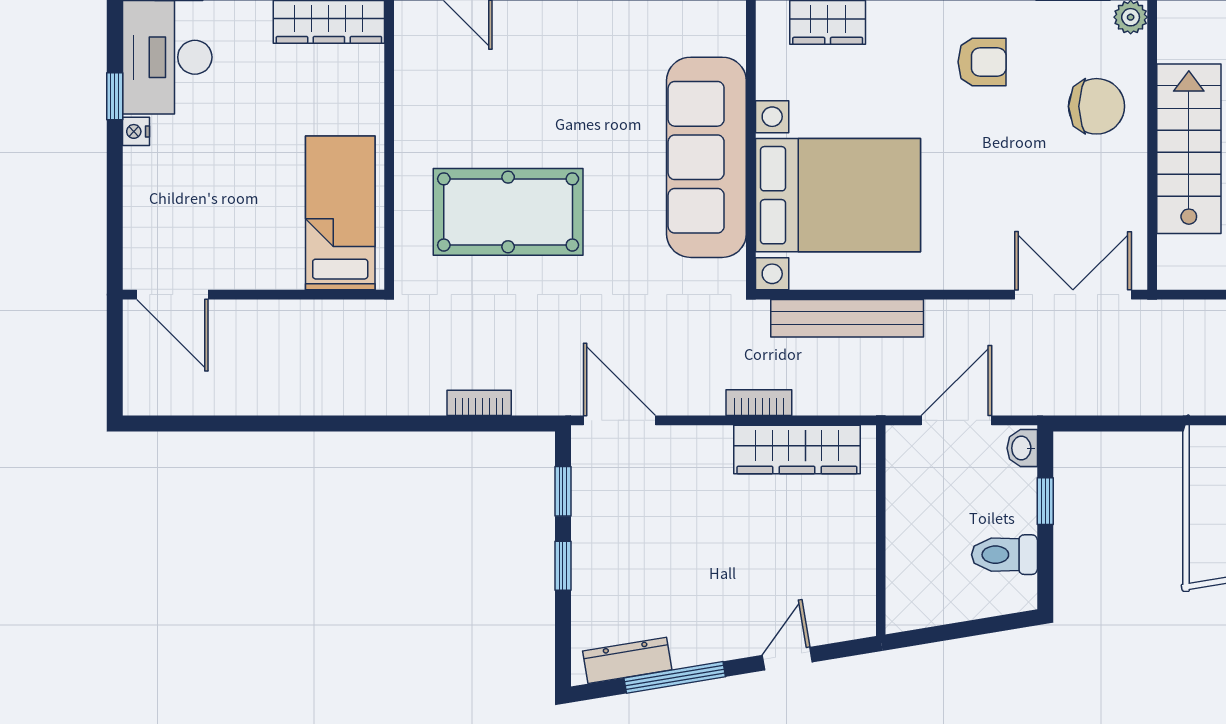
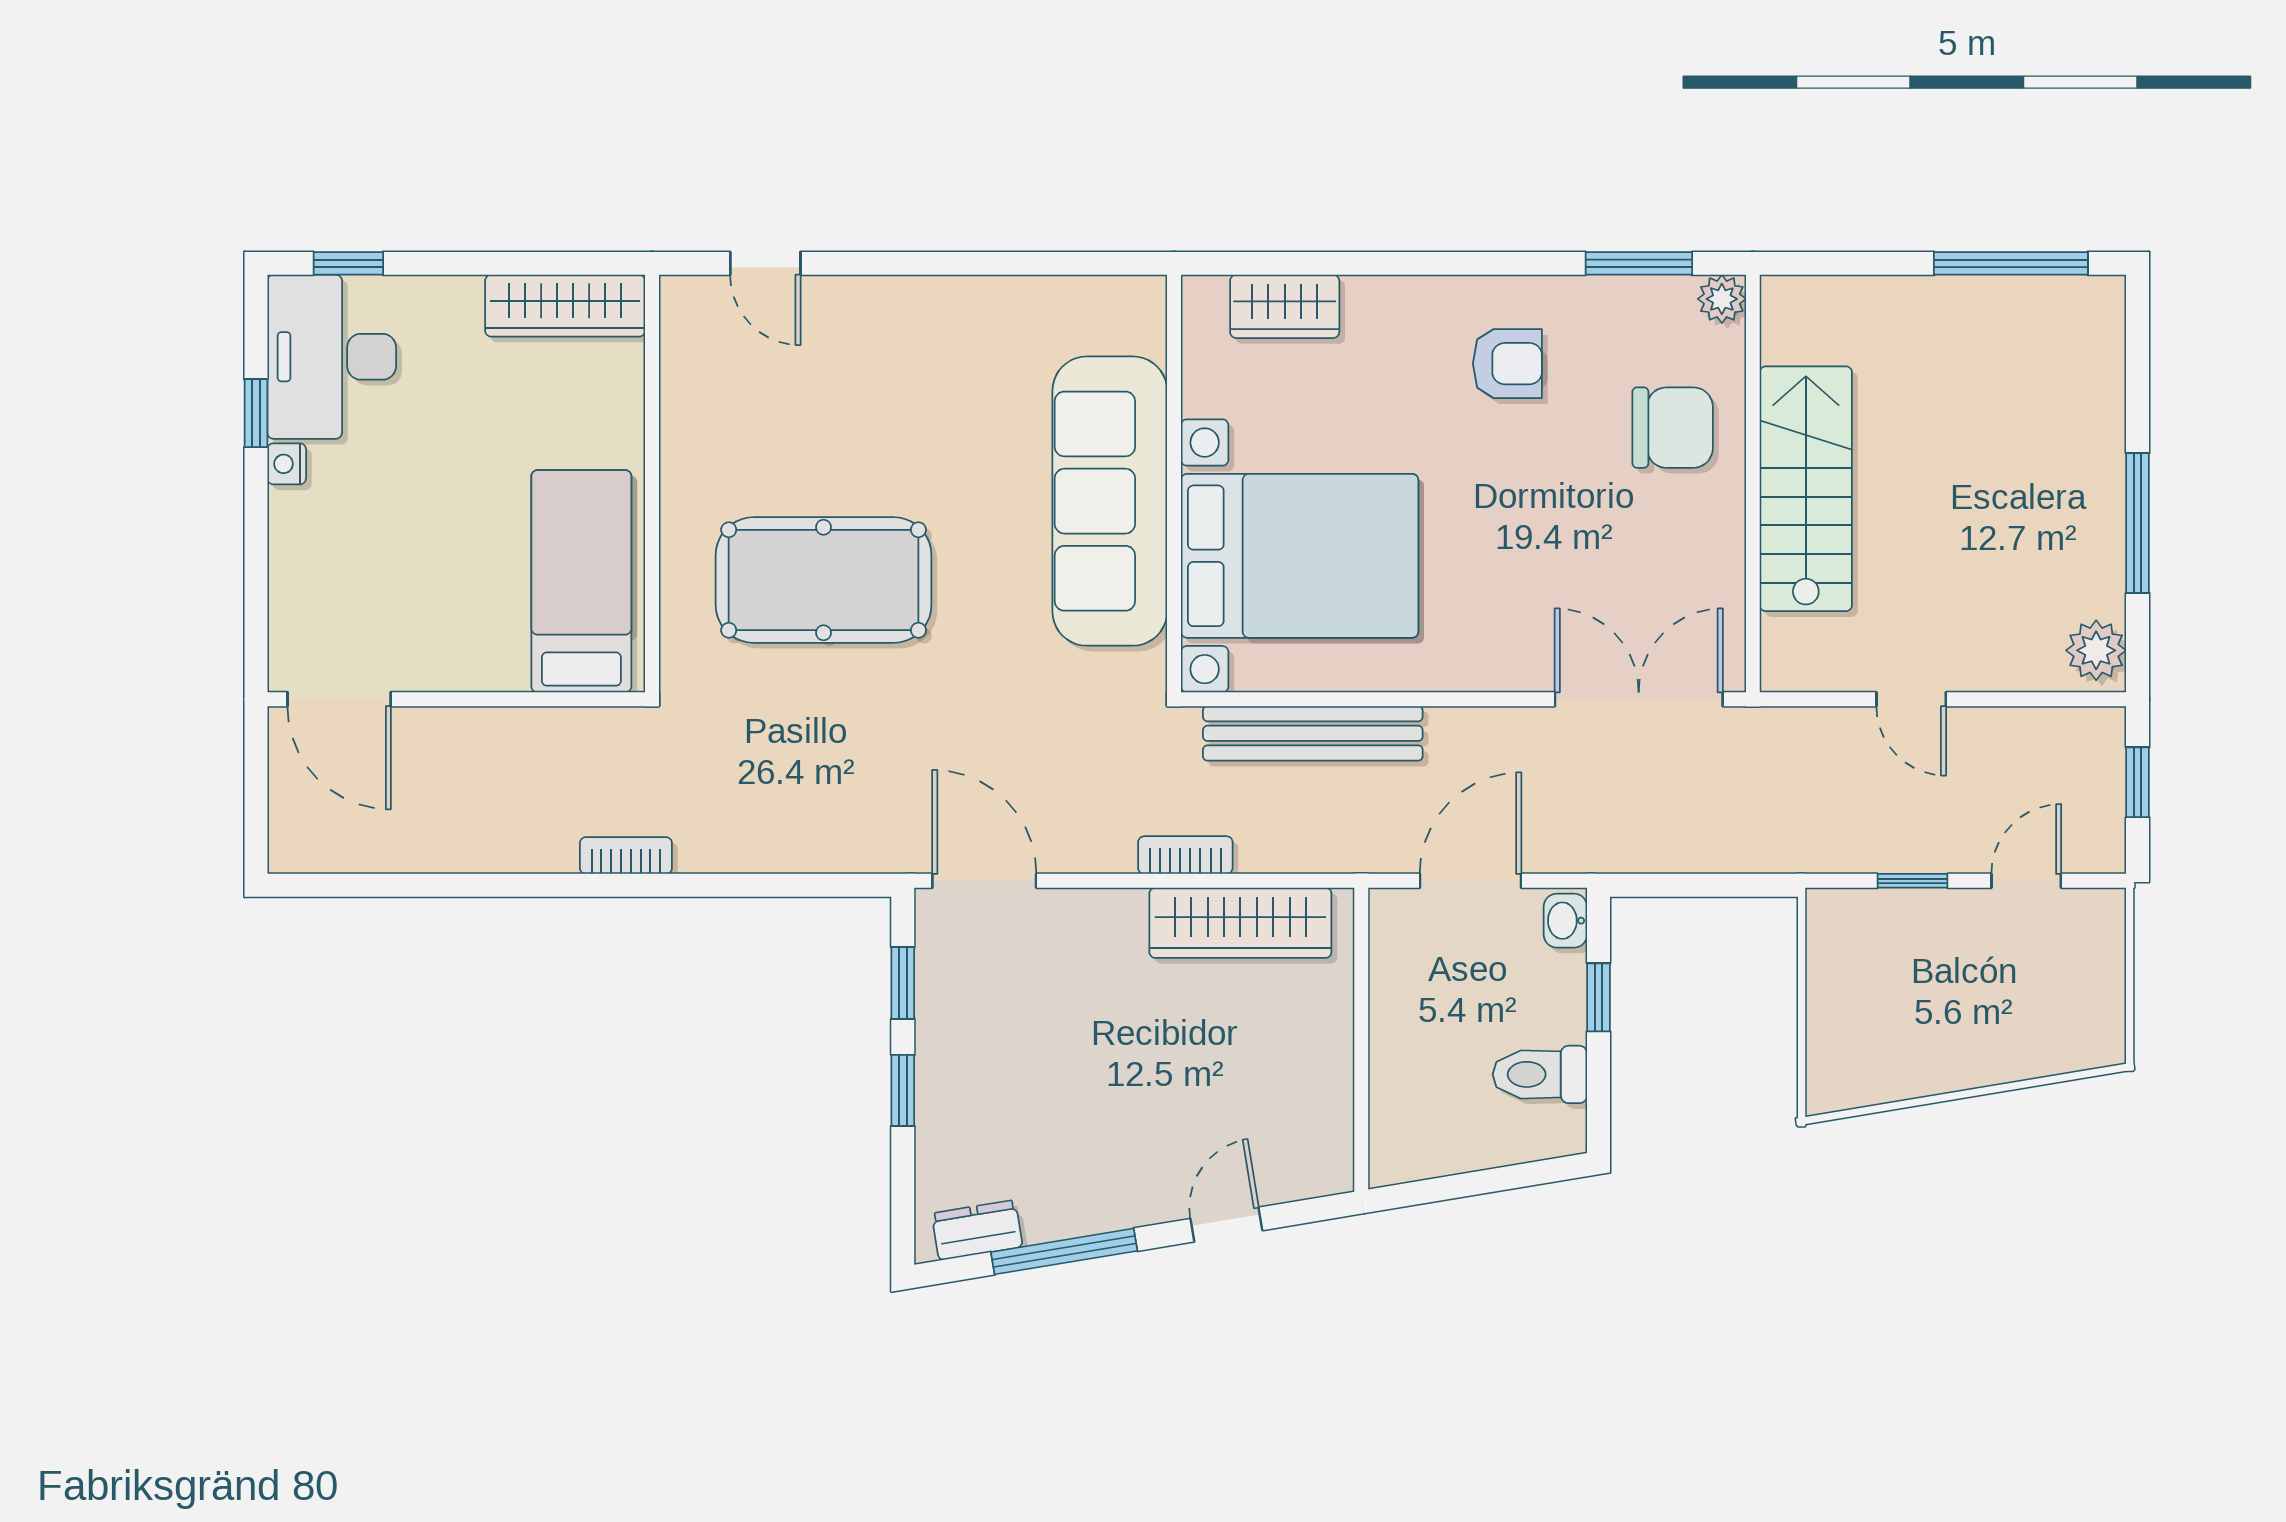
bookcase: (479, 403) -> (626, 856), moved
dresser: (627, 660) -> (977, 1230), width x0.70

